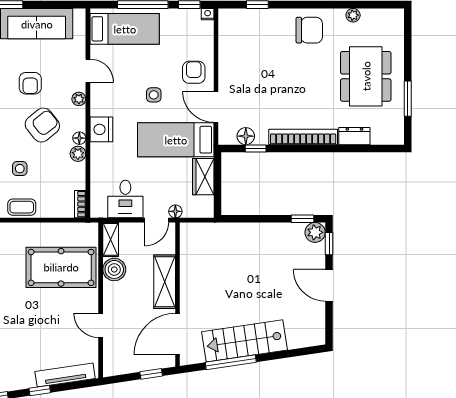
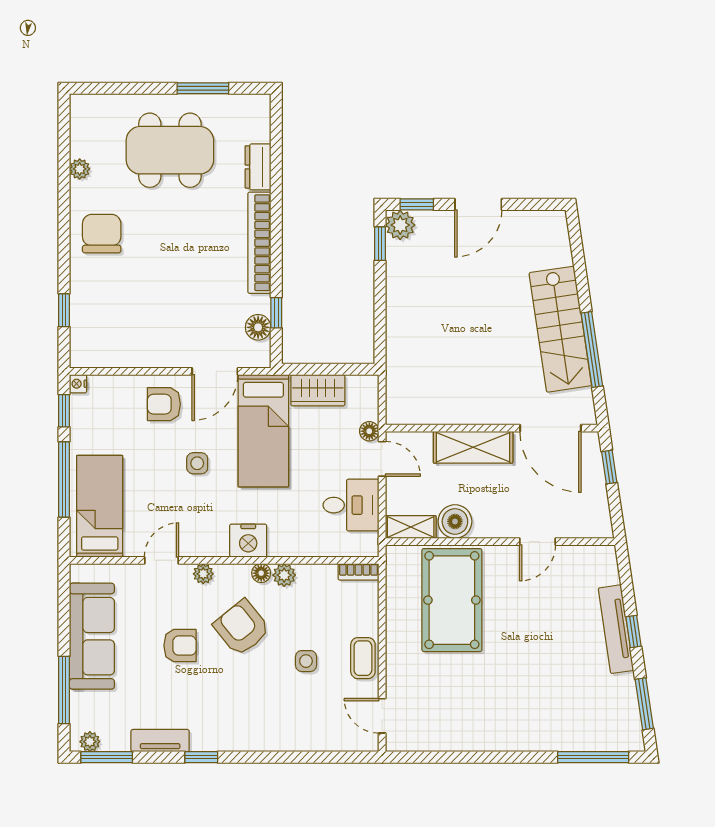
tv unit: (65, 375) -> (616, 629), moved

